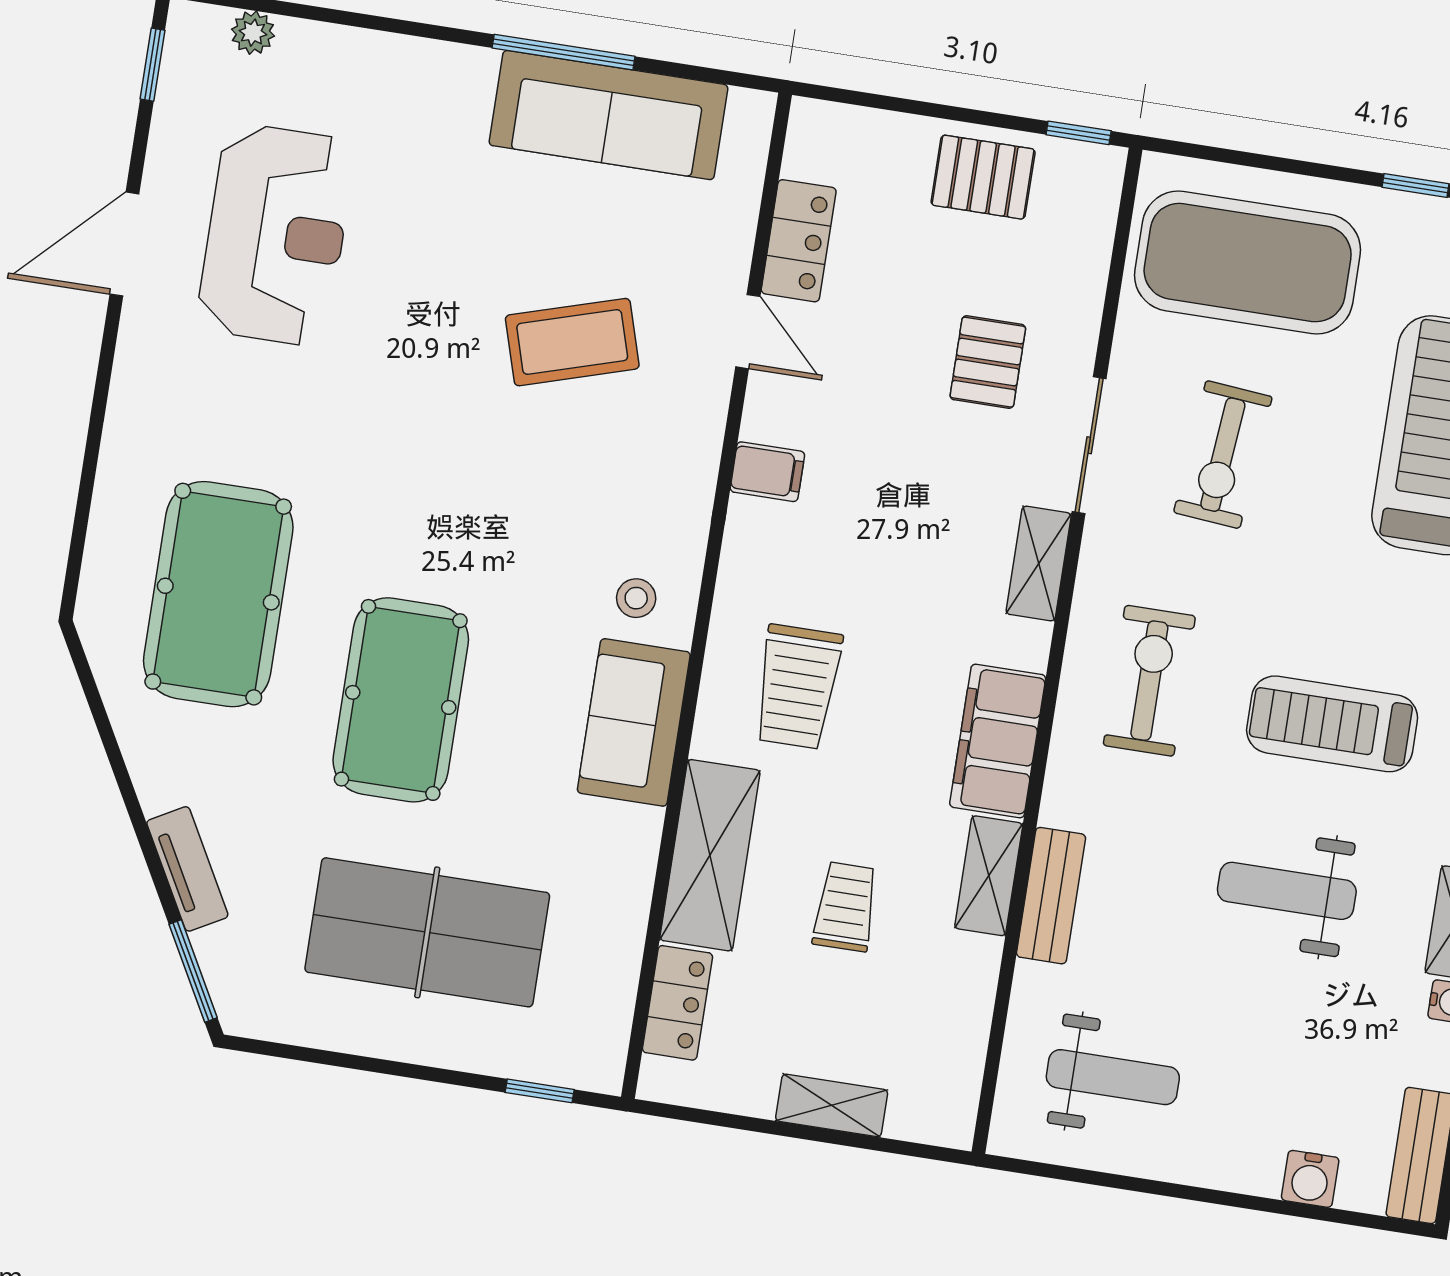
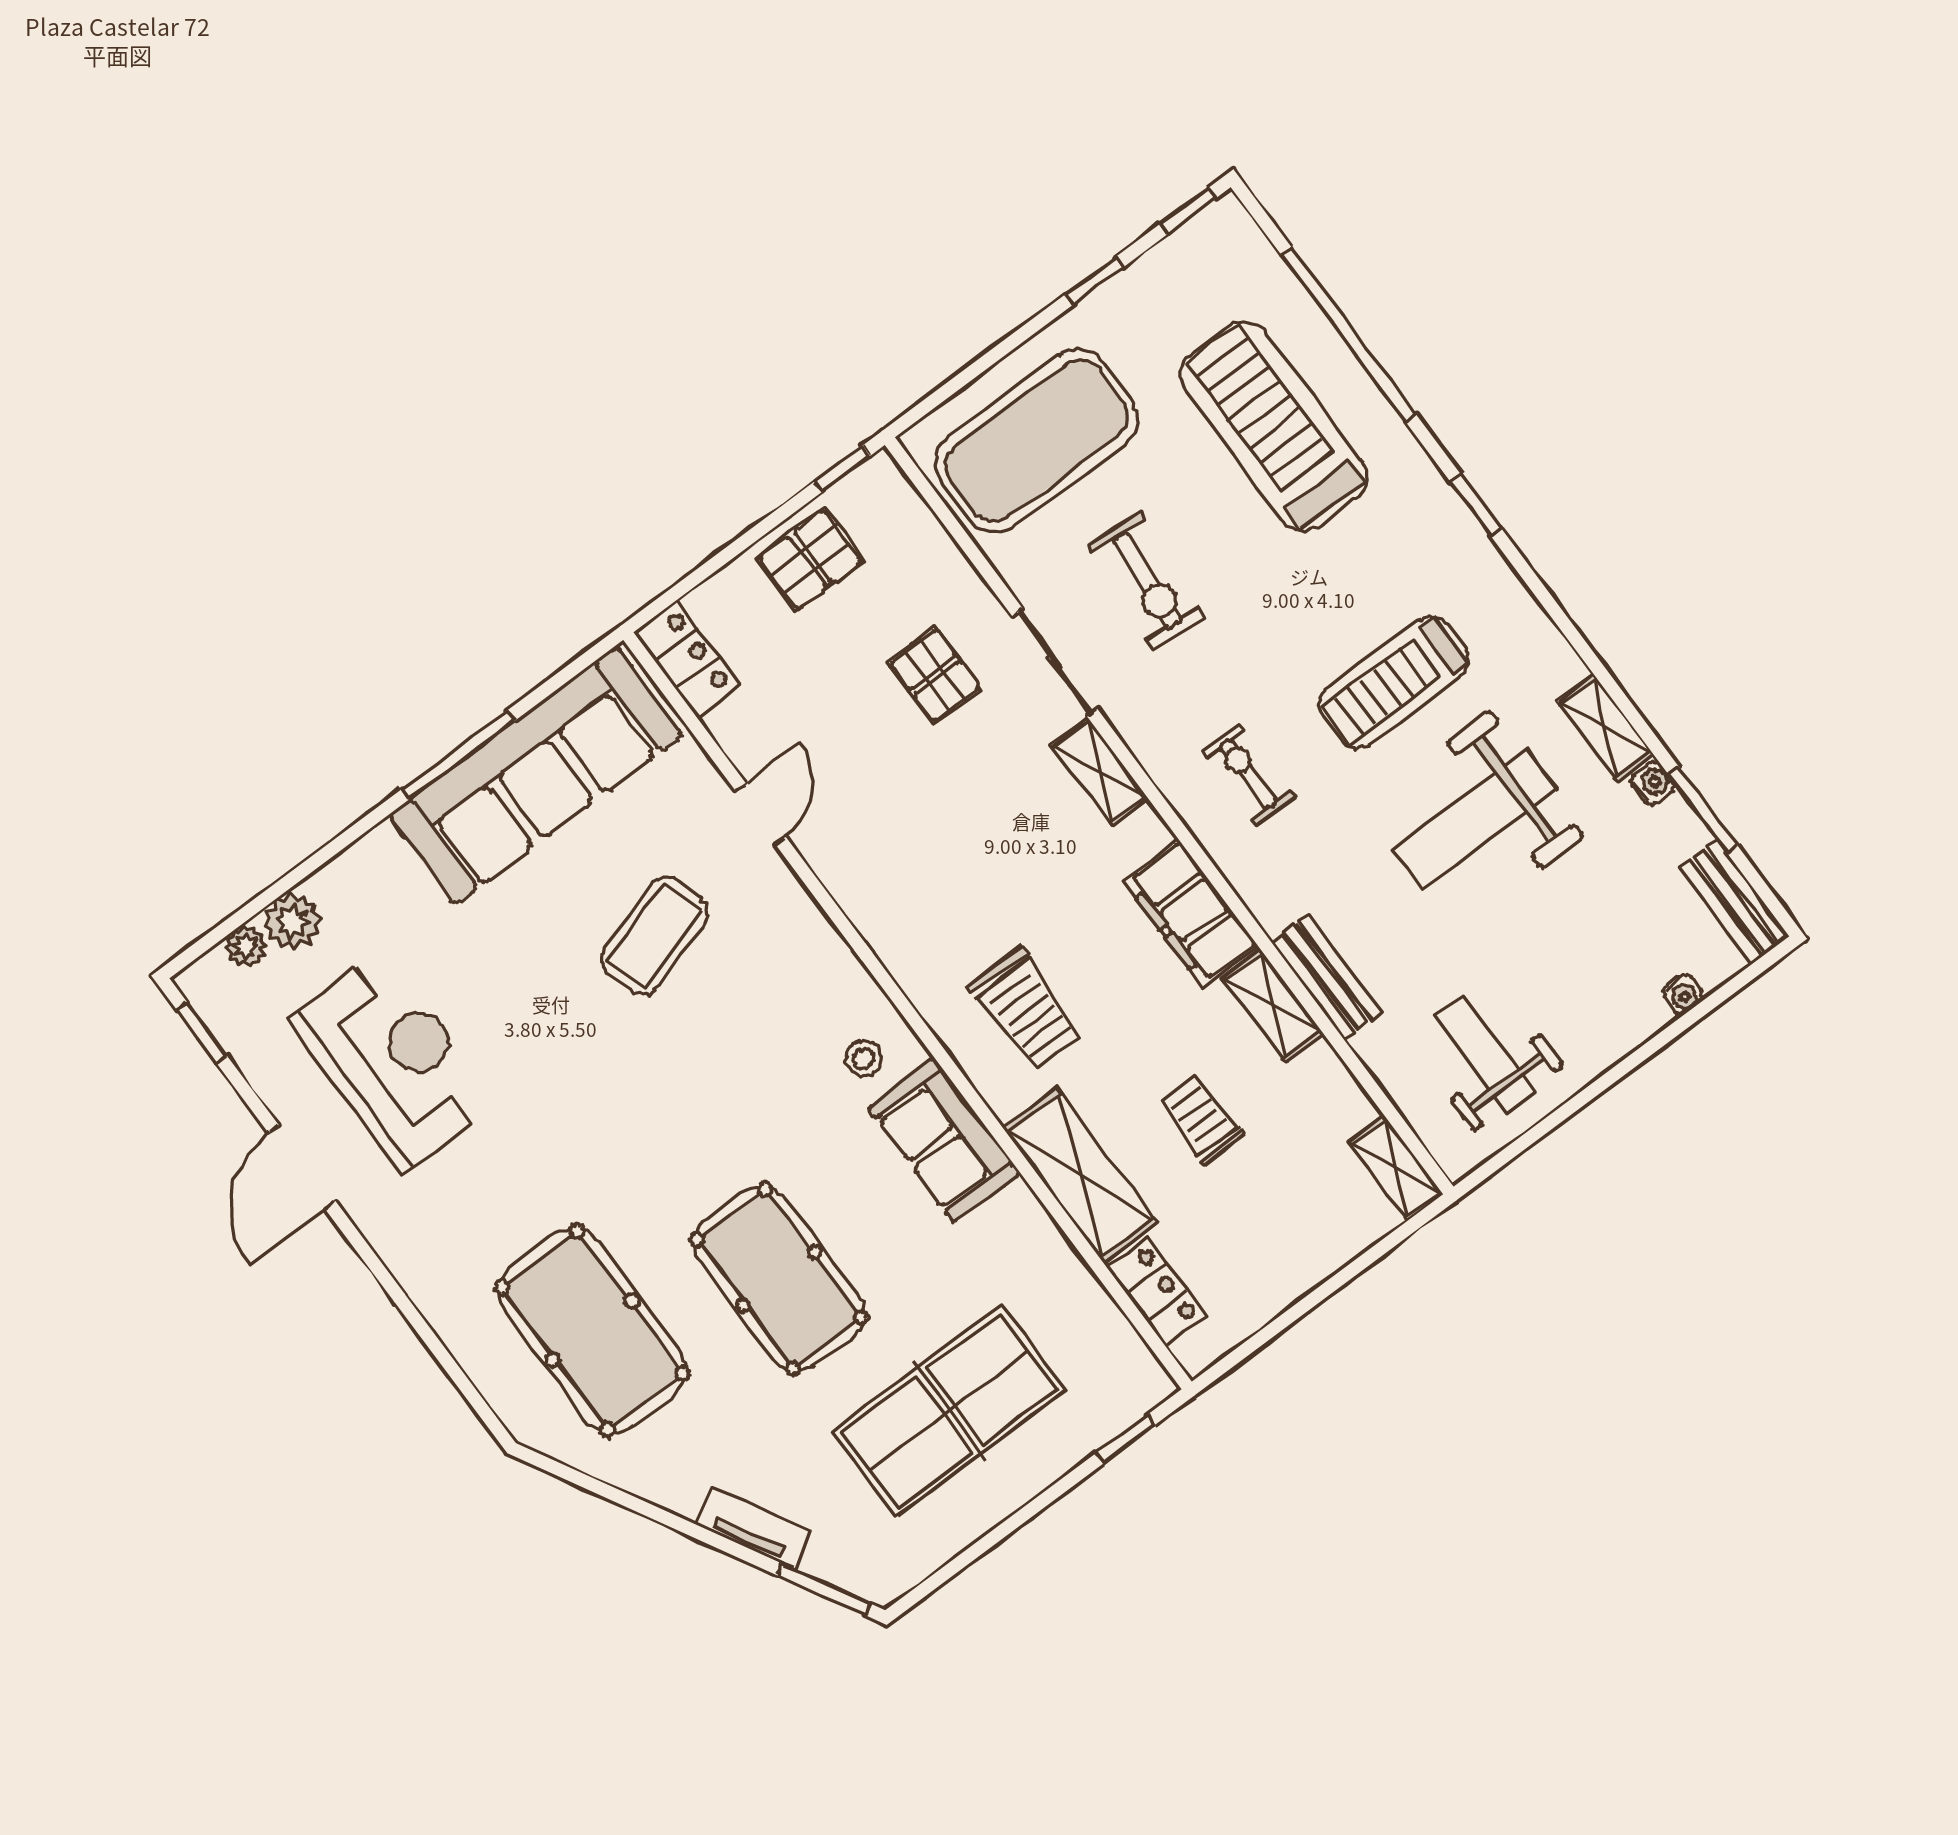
plant: (308, 50) -> (292, 921), added
sofa: (609, 115) -> (536, 775), width x1.36, depth x1.27
locker: (799, 241) -> (687, 659), moved
door: (748, 332) -> (760, 814), hinge flipped
filing cabinet: (767, 472) -> (865, 891), removed
exercise bike: (1149, 681) -> (1248, 774), width x0.73, depth x0.72
weight bench: (1287, 891) -> (1475, 819), width x1.36, depth x1.33
weight bench: (1113, 1077) -> (1485, 1053), turned -90
shelving: (832, 1105) -> (1396, 1168), moved, turned 90
water cooler: (1310, 1179) -> (1683, 994), width x0.72, depth x0.72

